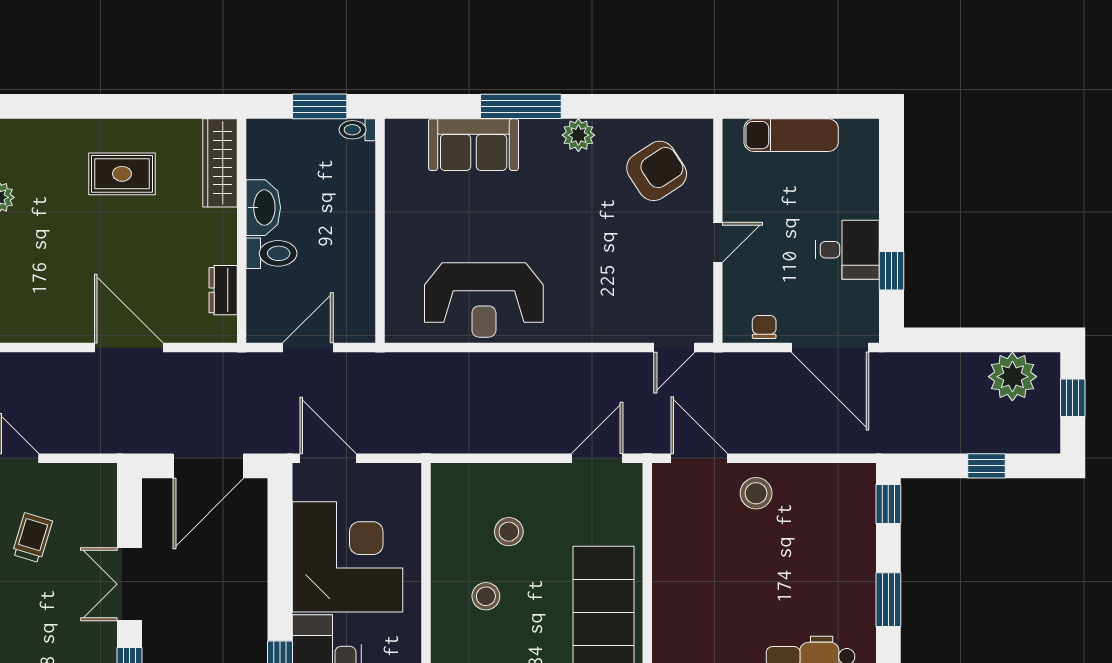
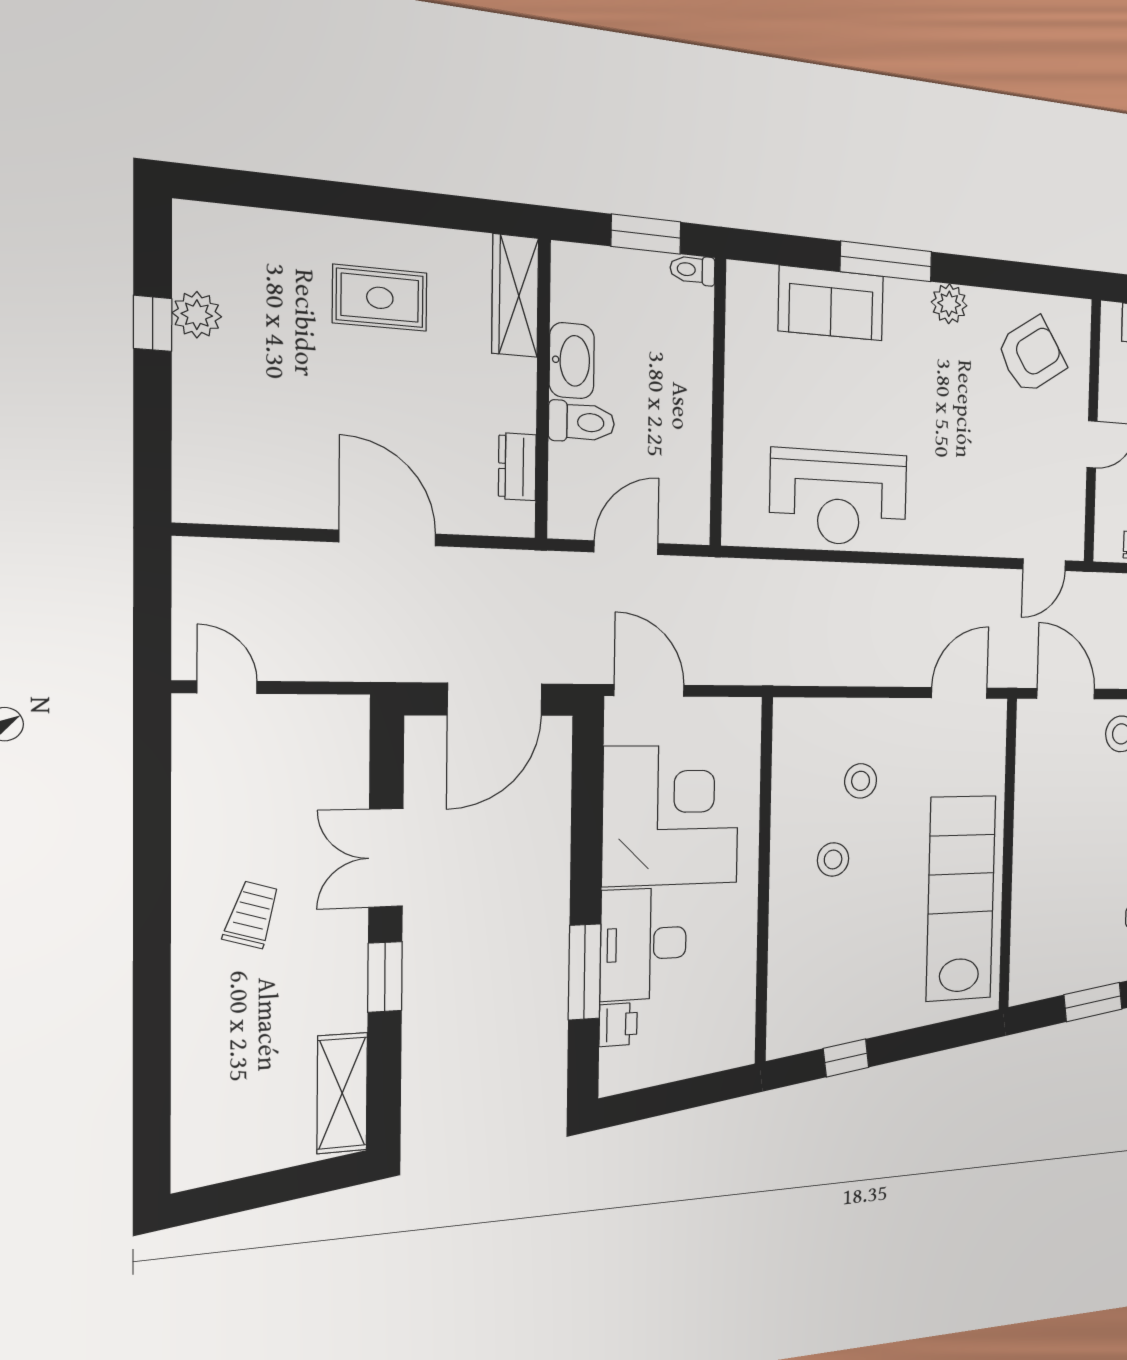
trolley: (32, 538) -> (252, 915), moved

